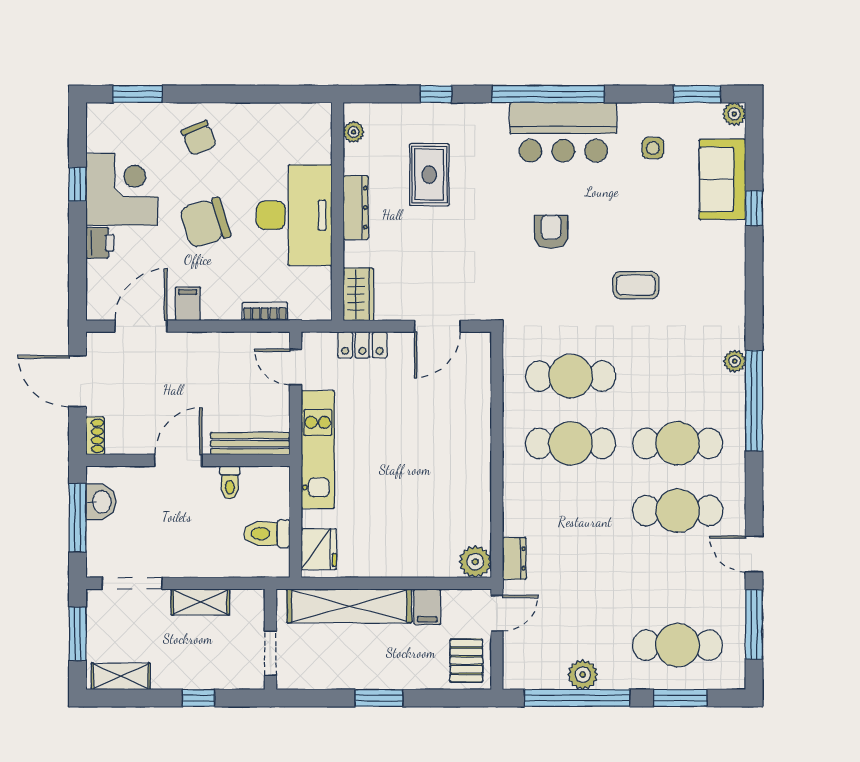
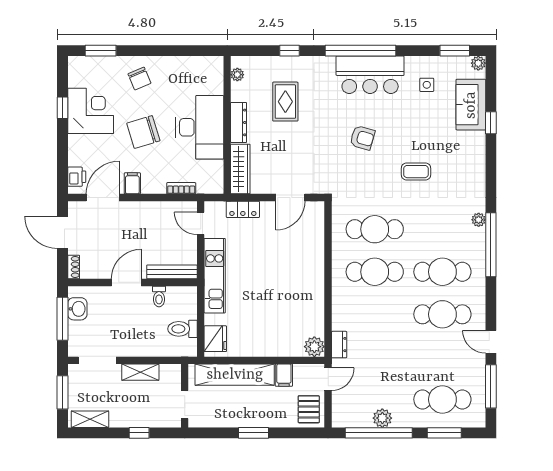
armchair: (551, 232) -> (362, 138), turned 106
printer: (100, 243) -> (77, 177), moved
wardrobe: (358, 294) -> (240, 169), width x1.50

